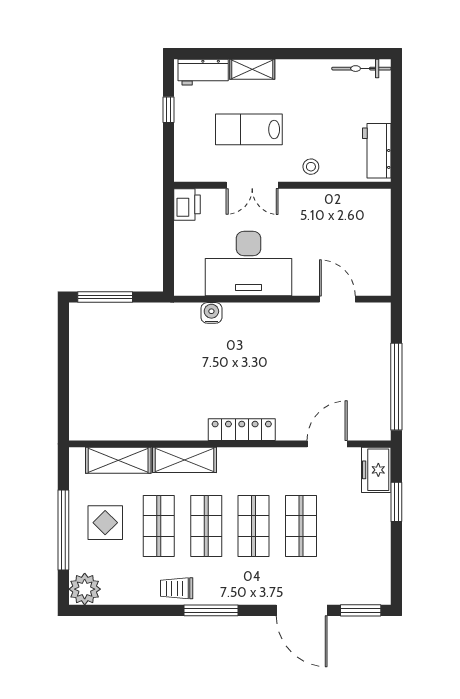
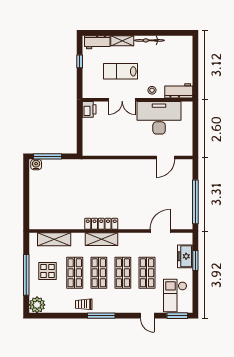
bicycle: (361, 69) -> (149, 40), moved
workbench: (377, 151) -> (179, 91), moved, turned 90
desk: (249, 264) -> (159, 118), moved, turned 180
door: (337, 299) -> (165, 158), swing flipped
water cooler: (211, 313) -> (36, 165), moved
locker: (242, 430) -> (101, 224), moved
shelving: (184, 460) -> (102, 239), moved
freezer: (376, 470) -> (185, 256), moved
checkout: (356, 571) -> (175, 295), added
door: (302, 610) -> (147, 316), width x0.53

